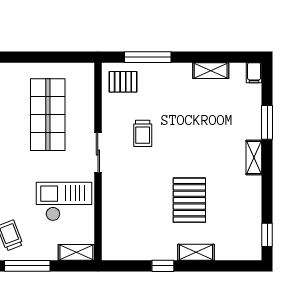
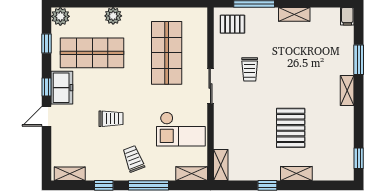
shelving: (211, 71) -> (294, 14), moved
checkout: (64, 201) -> (181, 129), turned 180
shelving: (110, 243) -> (221, 165), added

